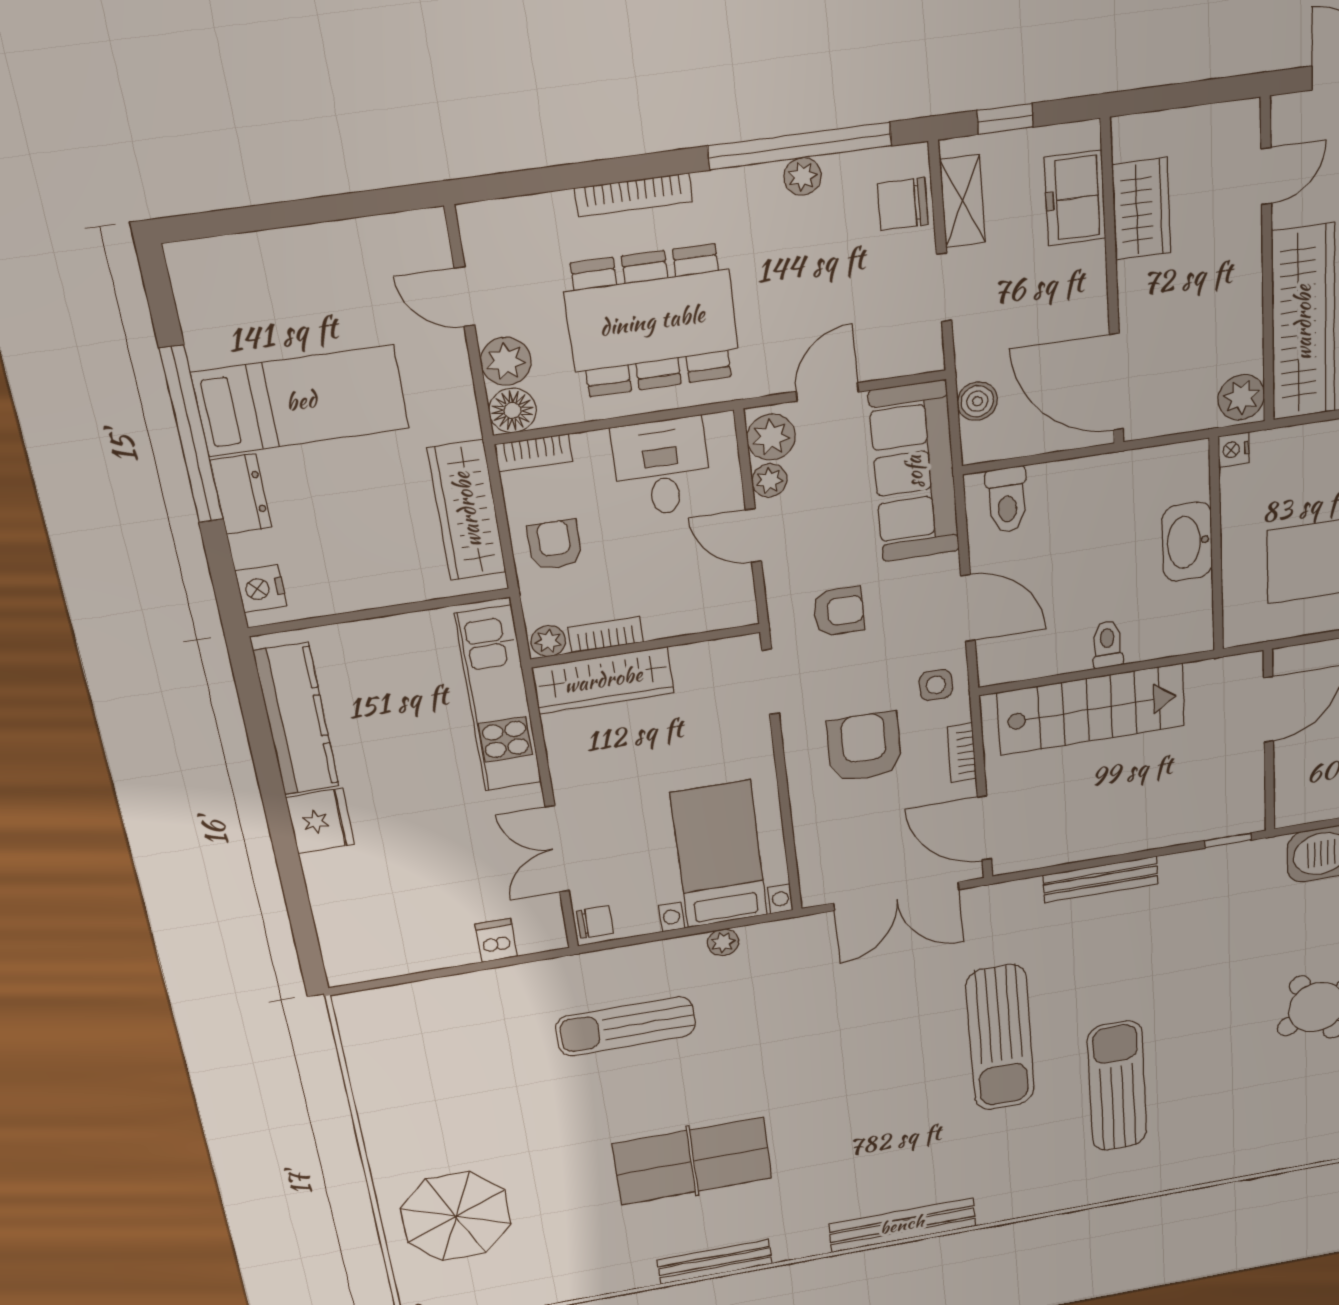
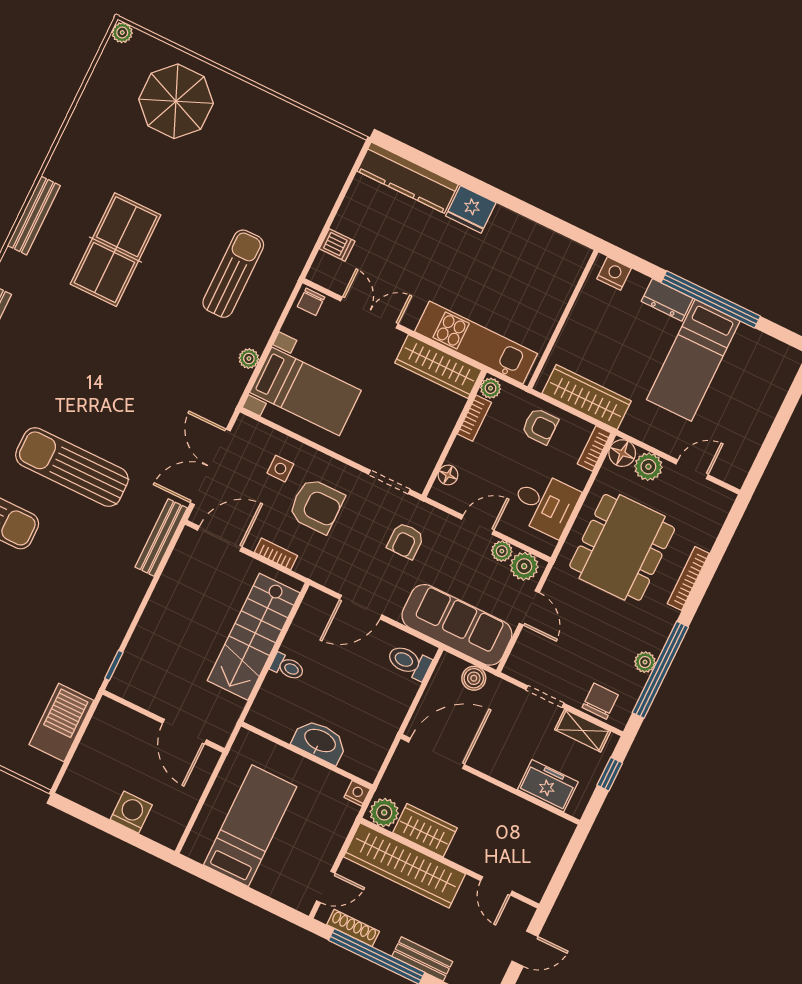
wardrobe: (1141, 209) -> (425, 830), moved, turned 180
floor lamp: (709, 617) -> (448, 475), added
wardrobe: (603, 680) -> (438, 367), moved, turned -90
side table: (936, 685) -> (280, 469), moved
kitchen counter: (296, 719) -> (408, 178), moved
bench: (1101, 879) -> (161, 538), moved

